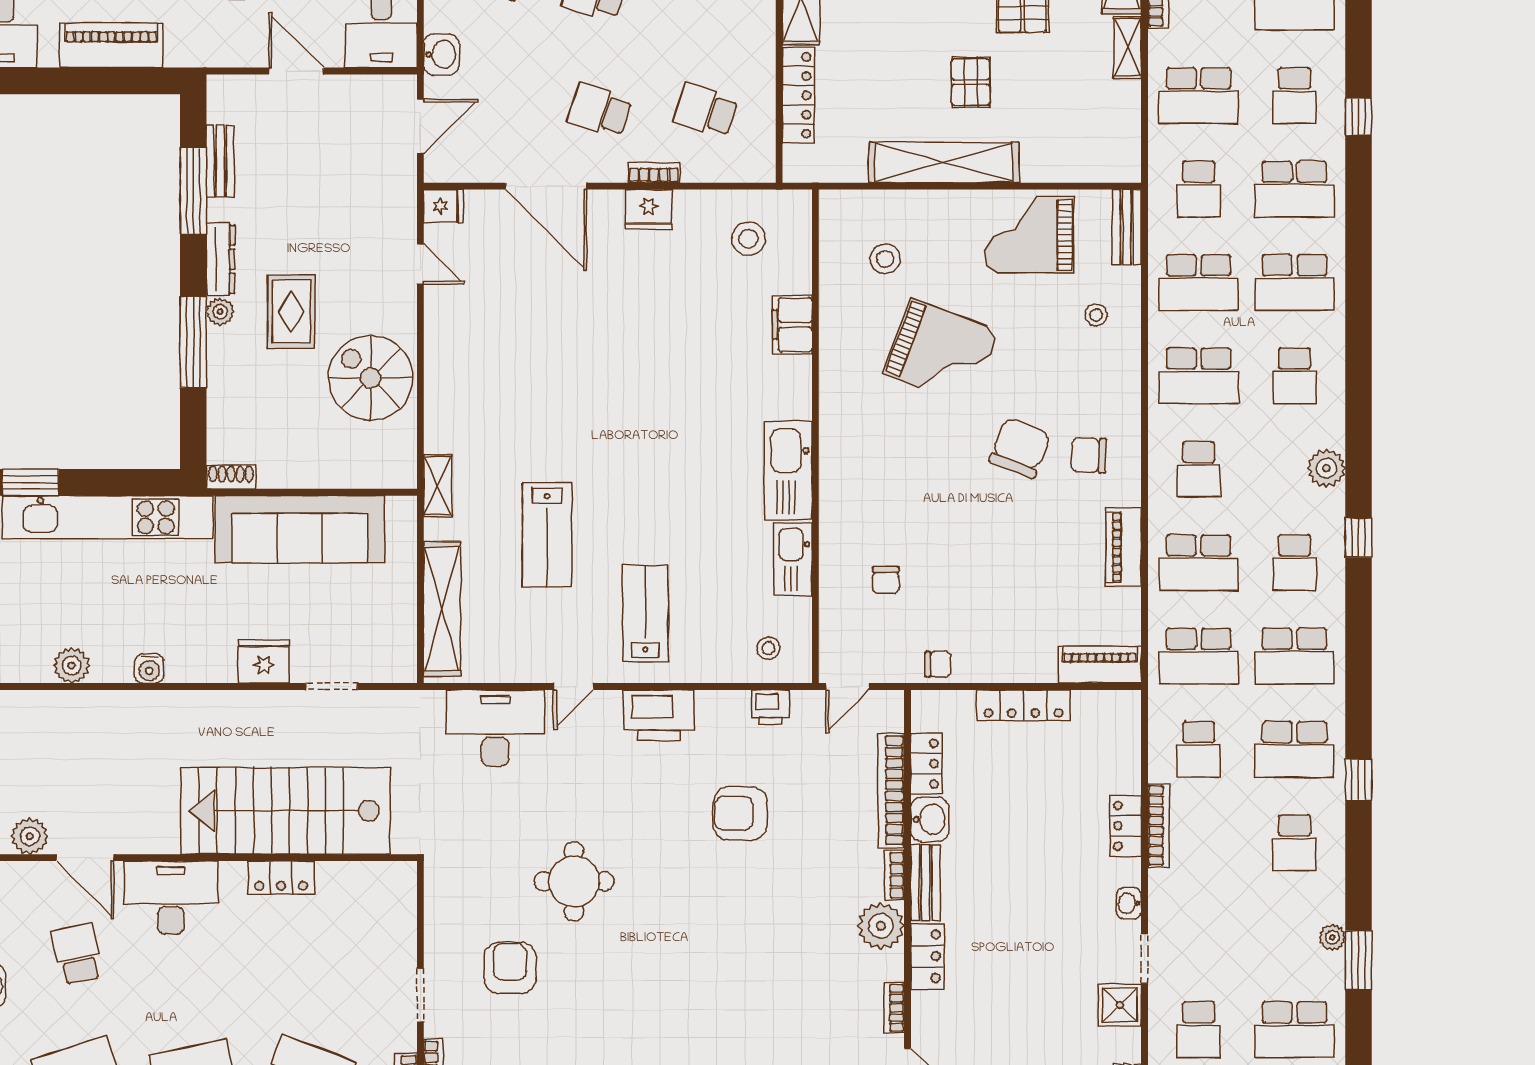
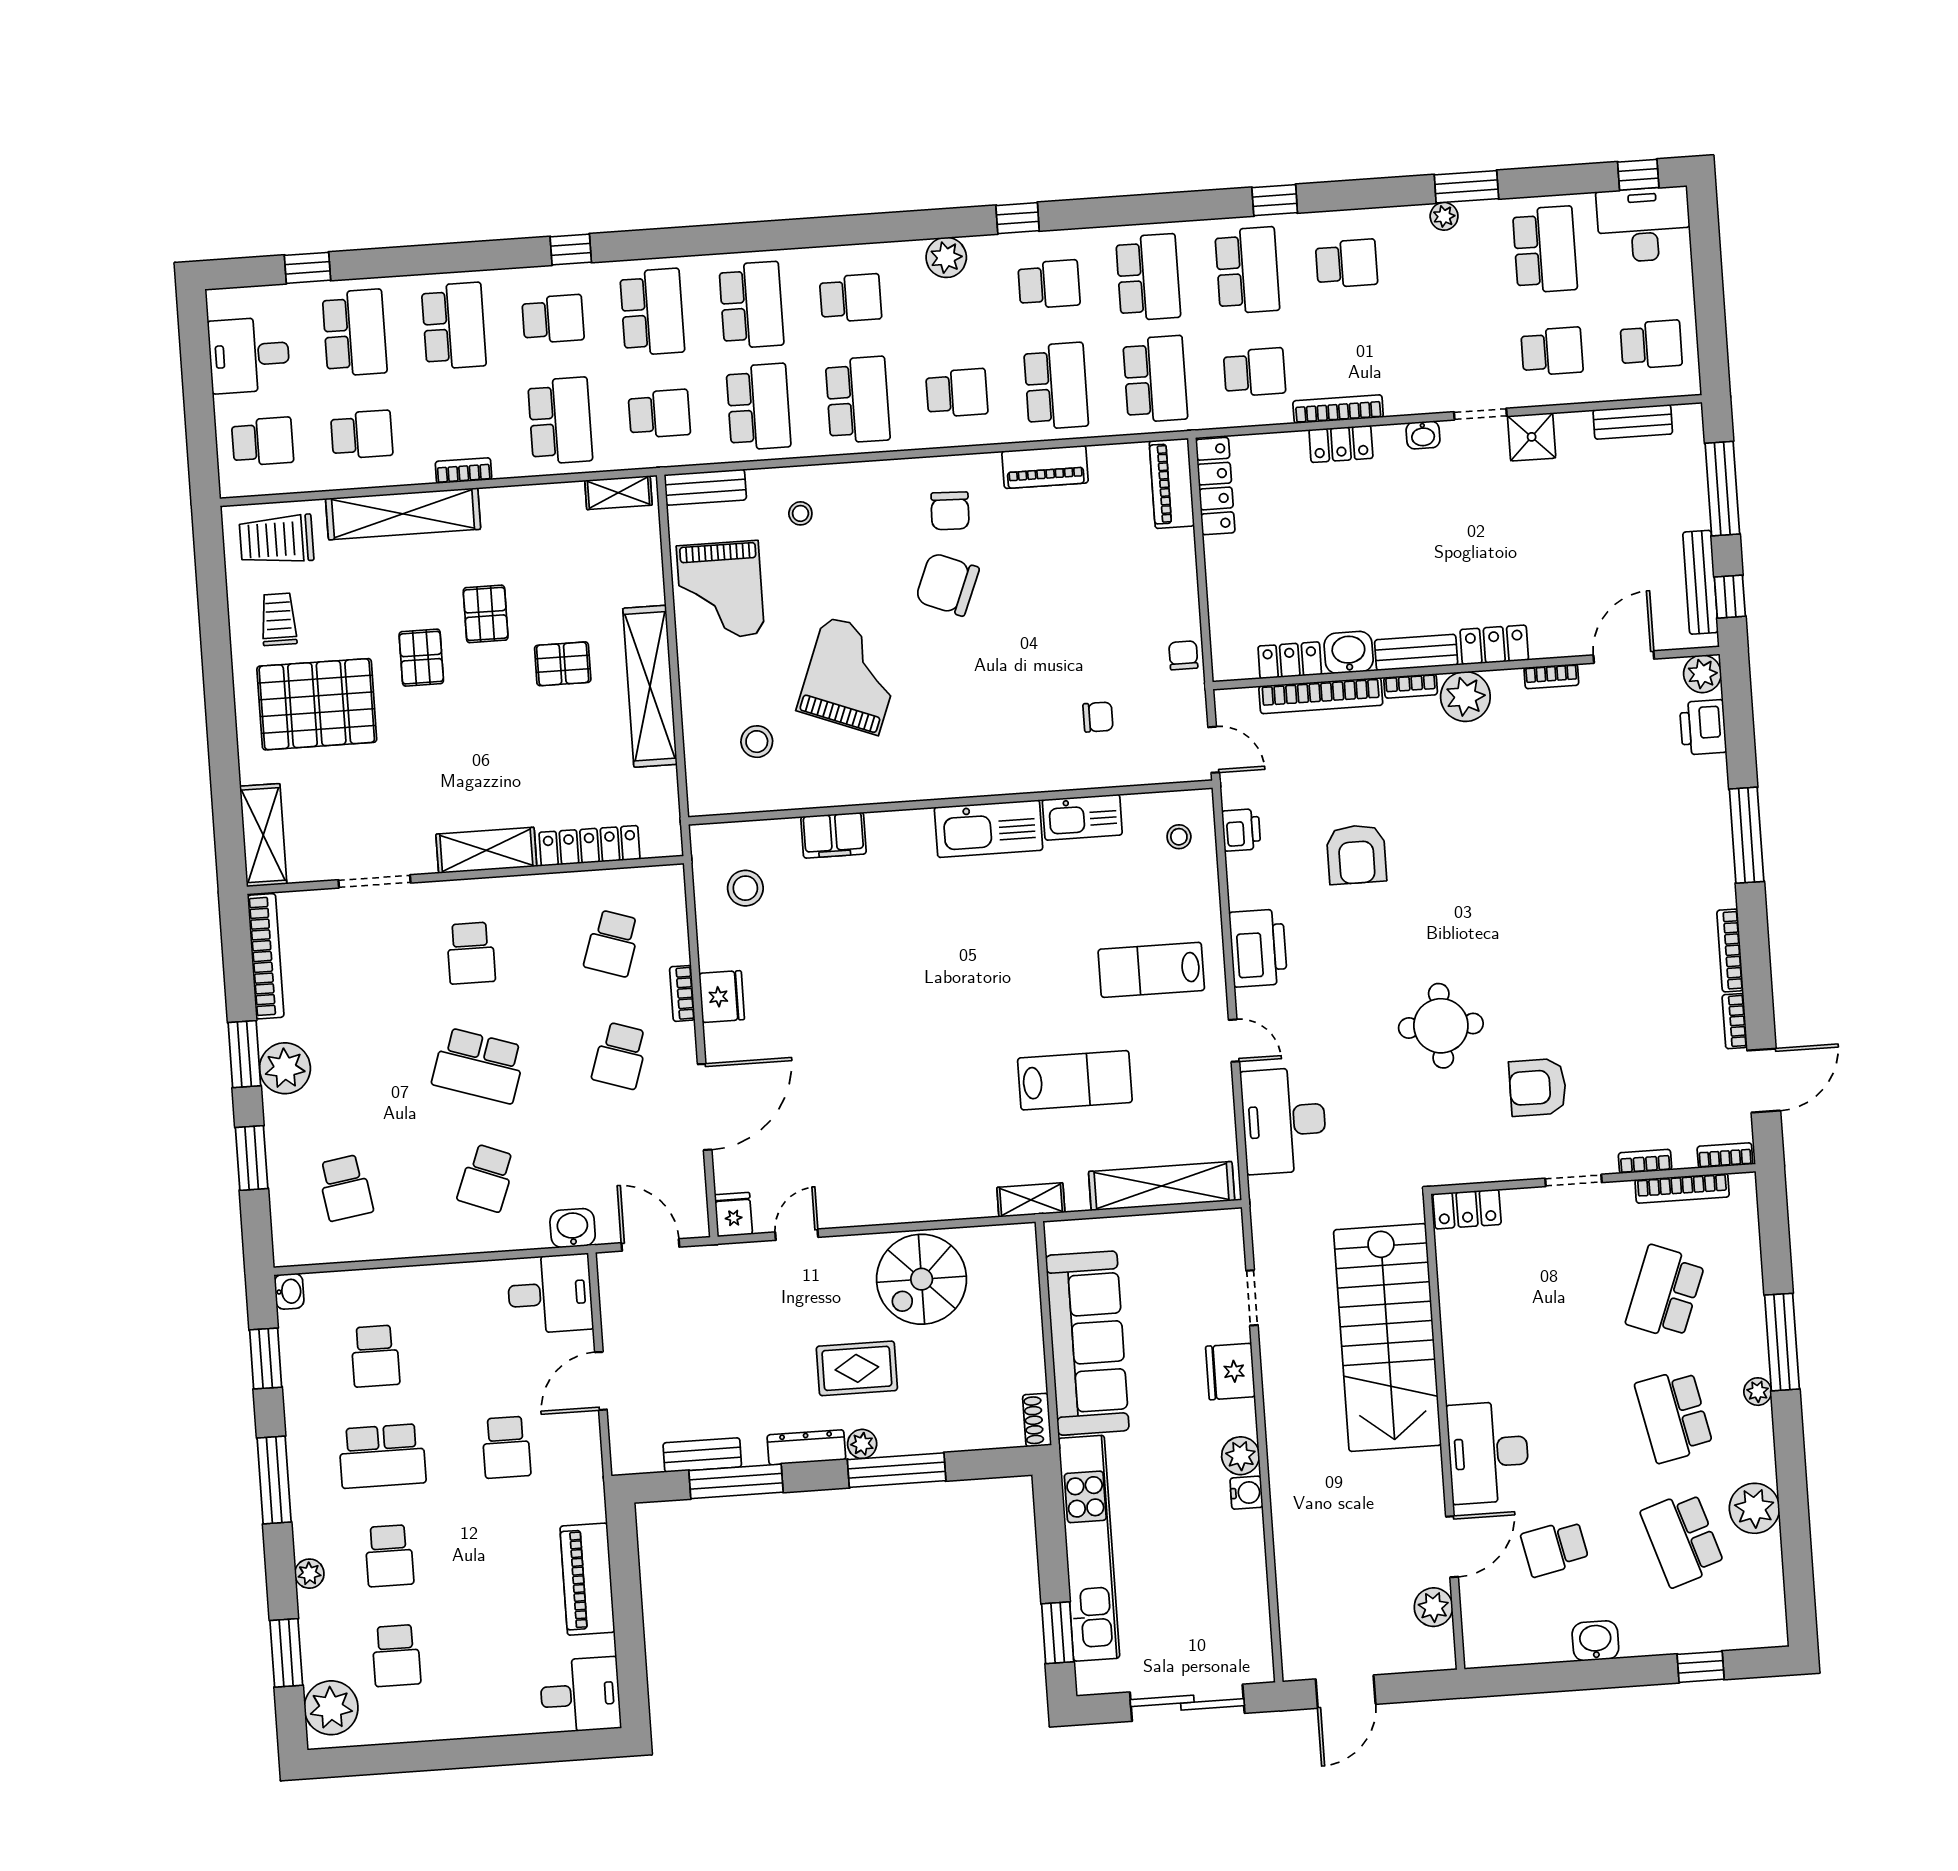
shelving: (1127, 48) -> (618, 493), moved
plant: (72, 665) -> (1241, 1456), moved
locker: (1023, 705) -> (1215, 486), moved
locker: (281, 878) -> (1467, 1209), moved, turned 90

